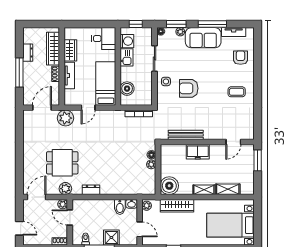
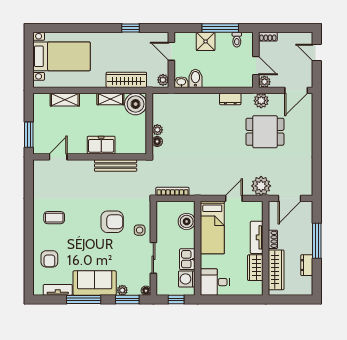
shelving: (204, 190) -> (110, 99), moved

